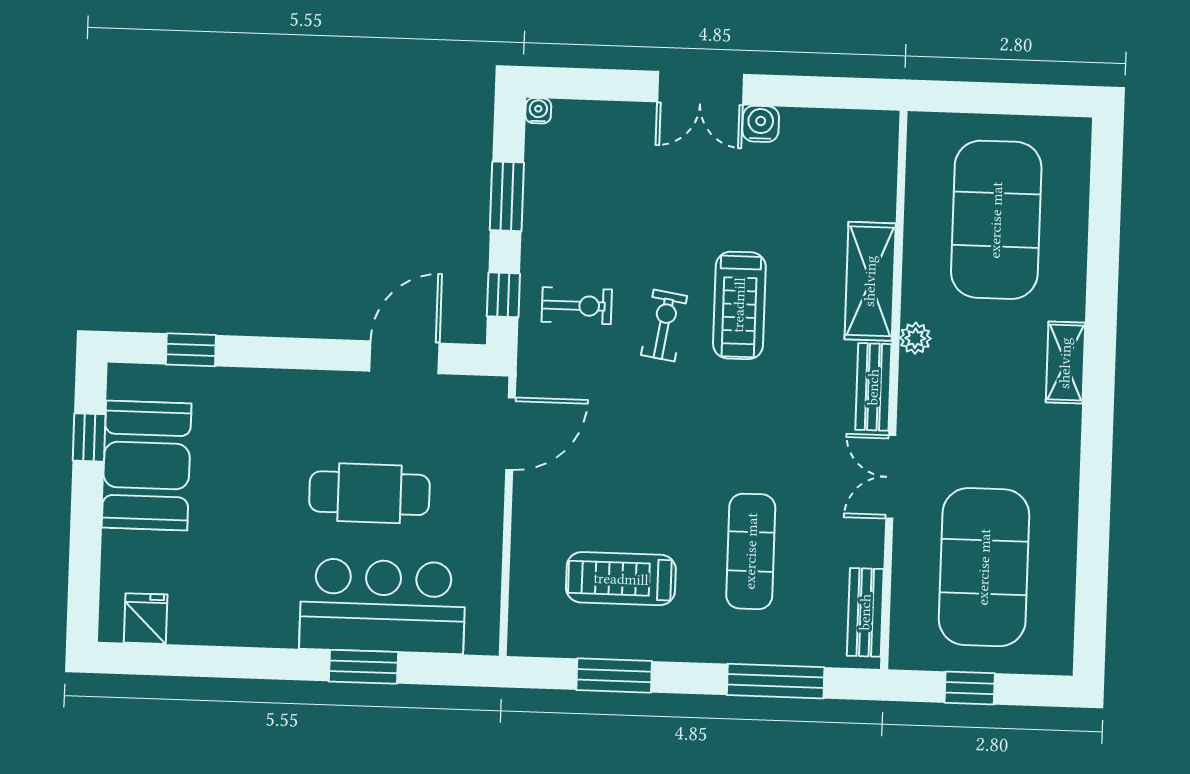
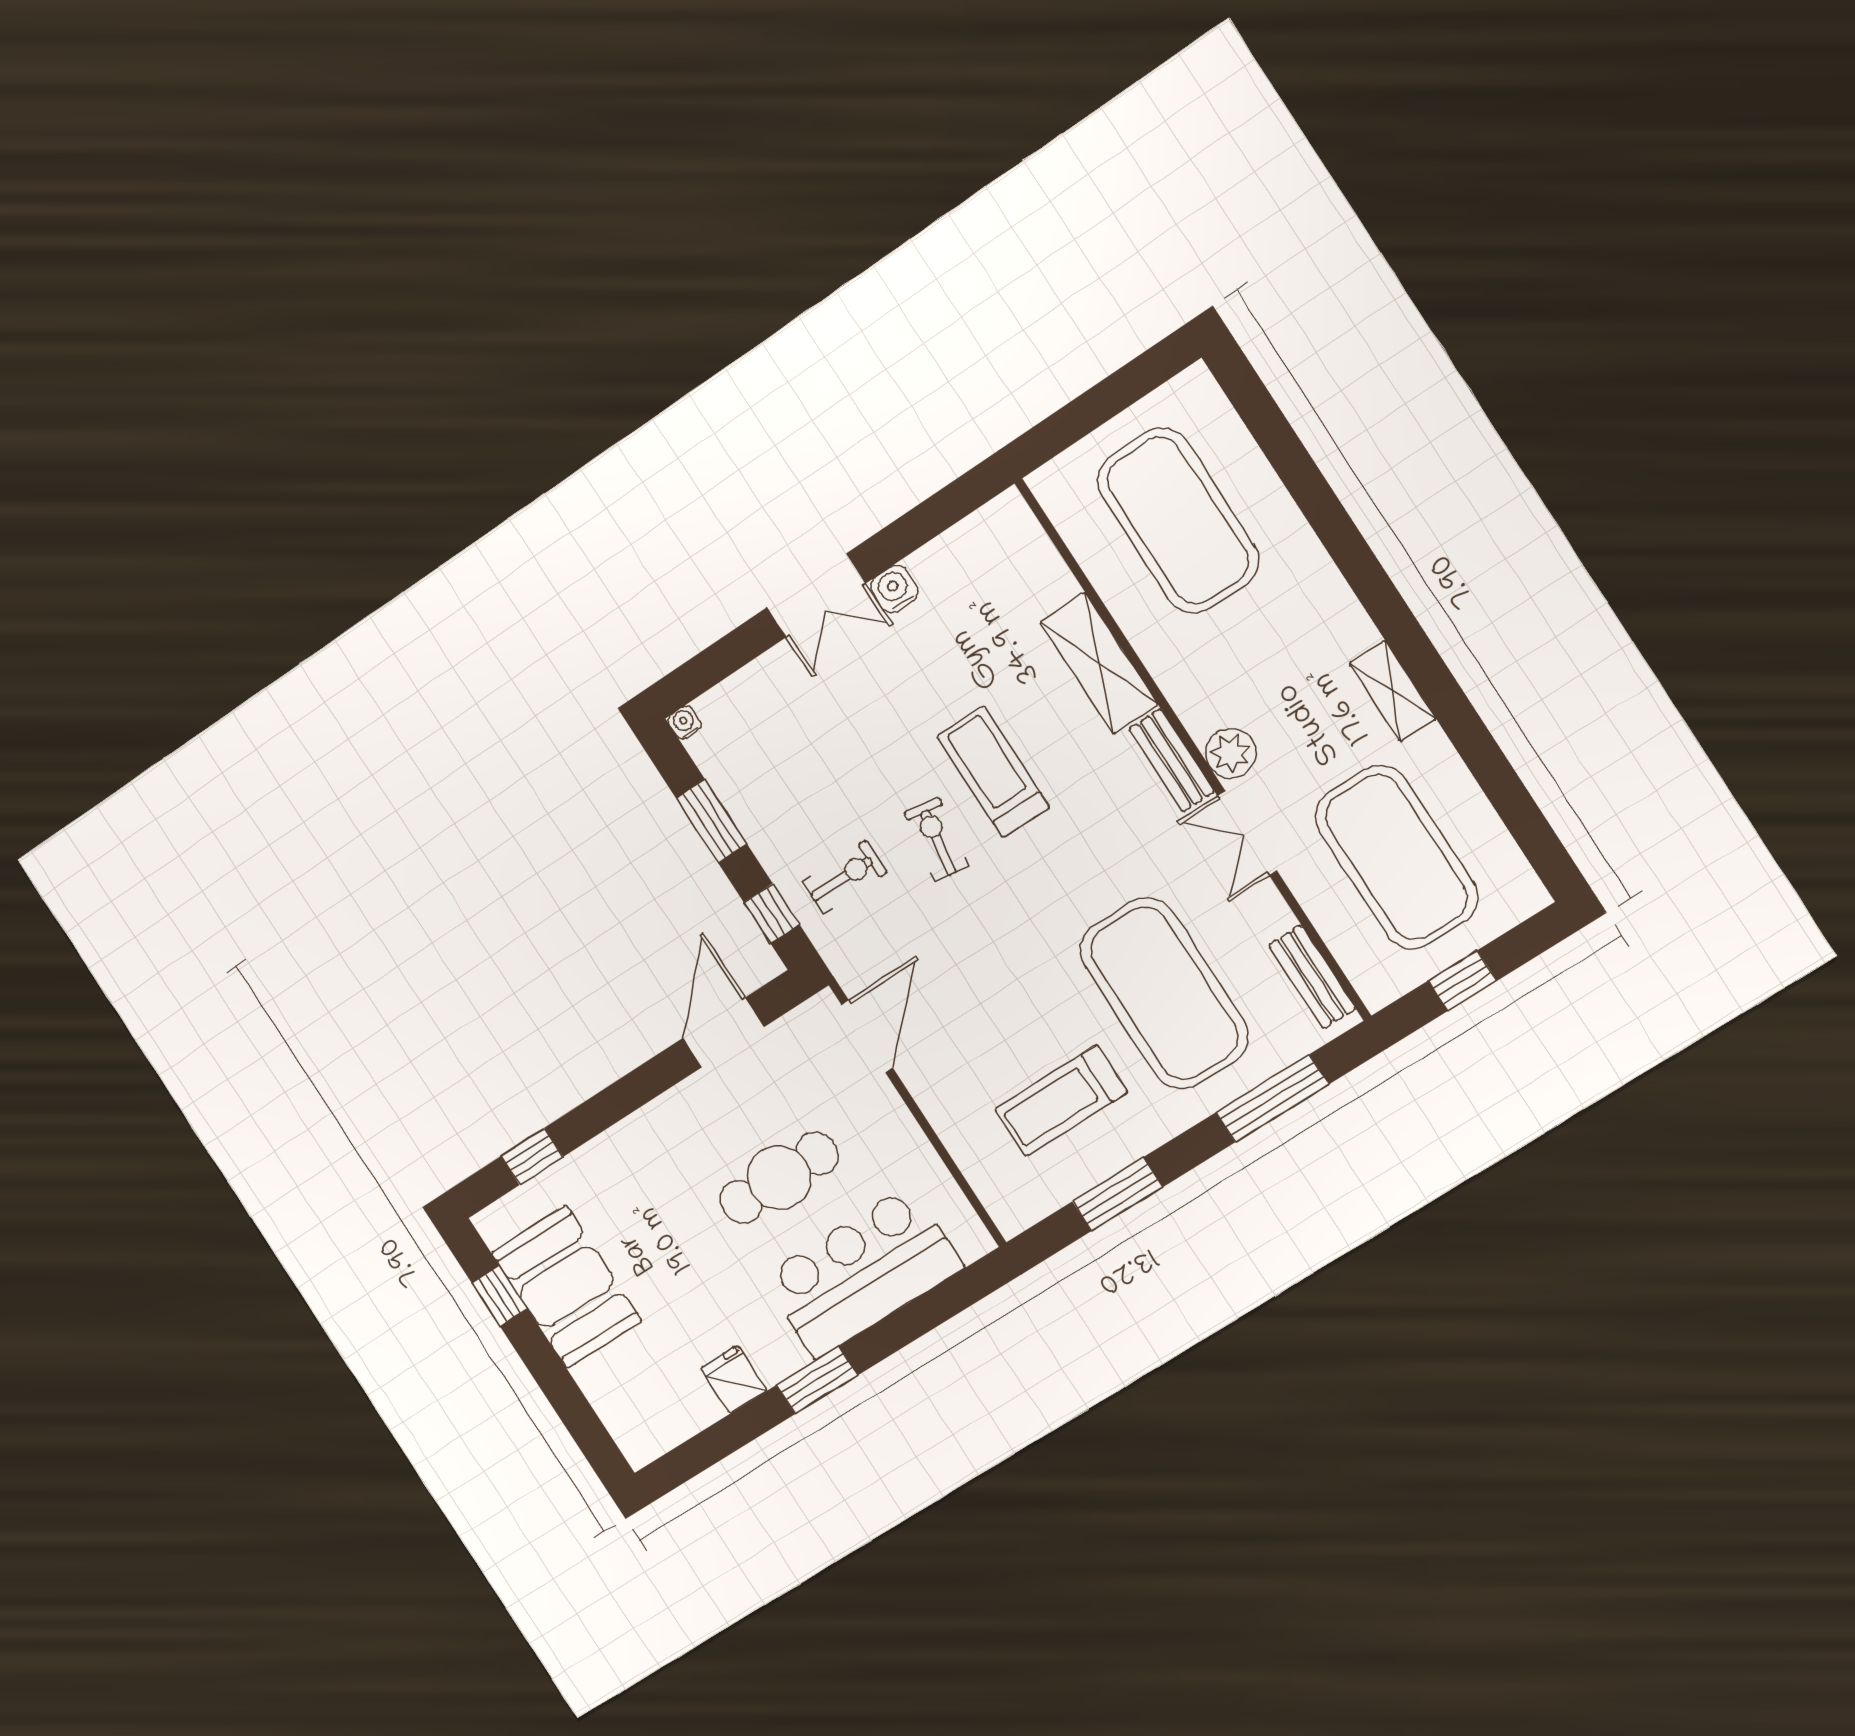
treadmill: (739, 305) -> (993, 772), turned 180
plant: (915, 338) -> (1231, 753), moved, width x1.38, depth x1.38
shelving: (1065, 363) -> (1392, 691), moved
exercise mat: (751, 551) -> (1164, 993), width x2.00, depth x1.45
fridge: (146, 619) -> (734, 1379), moved
window: (364, 667) -> (817, 1380), moved

